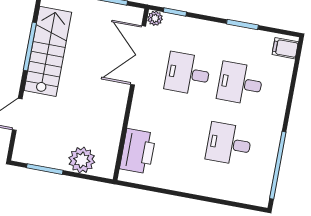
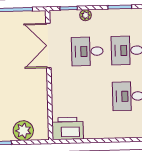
plant: (155, 18) -> (86, 15), moved
printer: (138, 151) -> (68, 128), moved, turned -90

